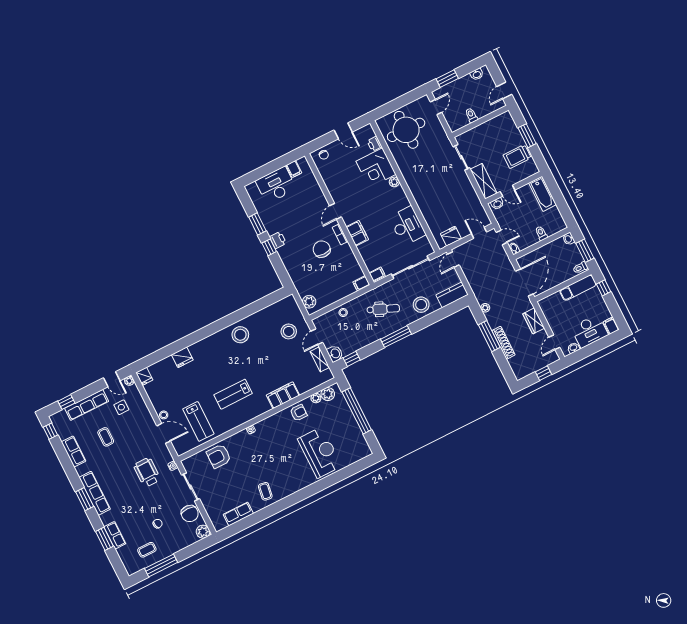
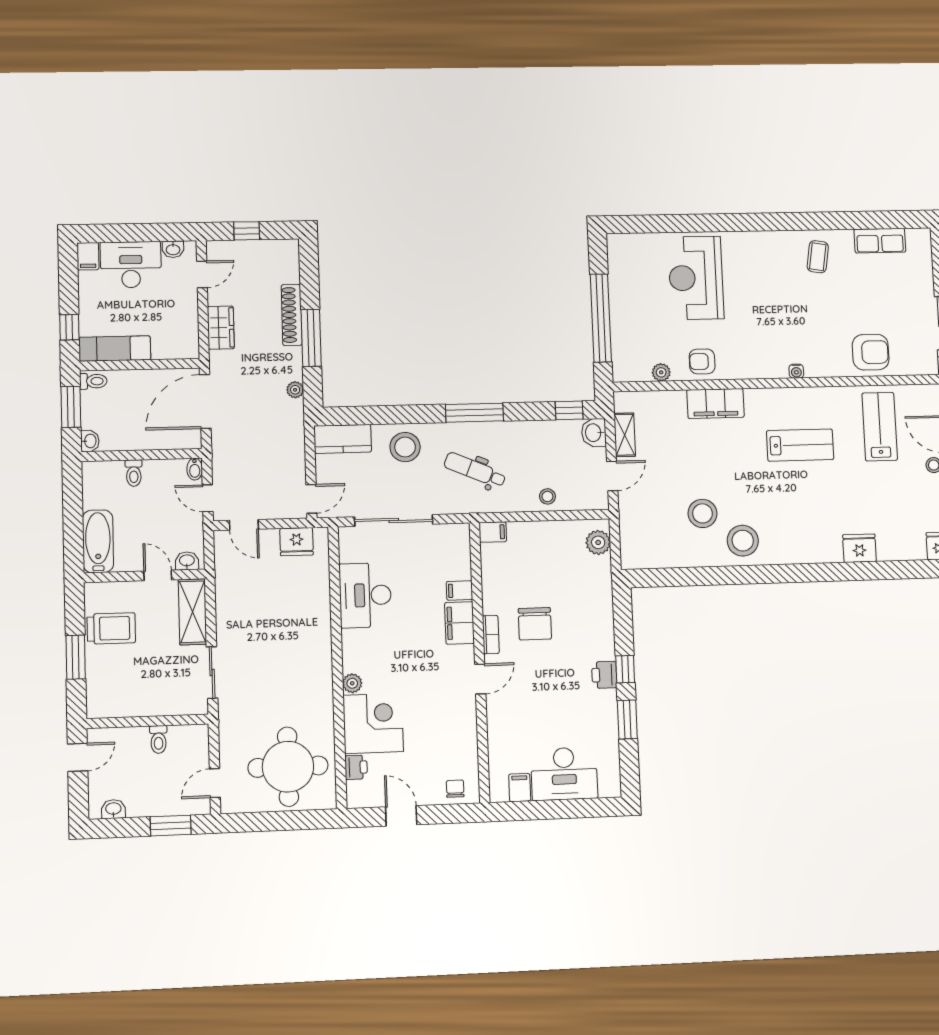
filing cabinet: (377, 274) -> (460, 591), moved
stool: (289, 331) -> (703, 513), moved
plant: (328, 394) -> (638, 370), removed

